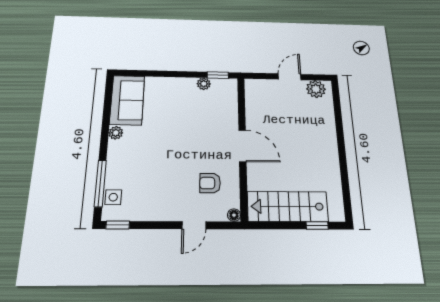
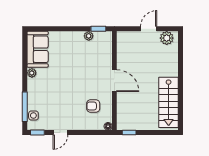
stairs: (288, 206) -> (169, 102), moved, turned -90
door: (194, 225) -> (60, 133), moved
window: (317, 226) -> (129, 133), moved

